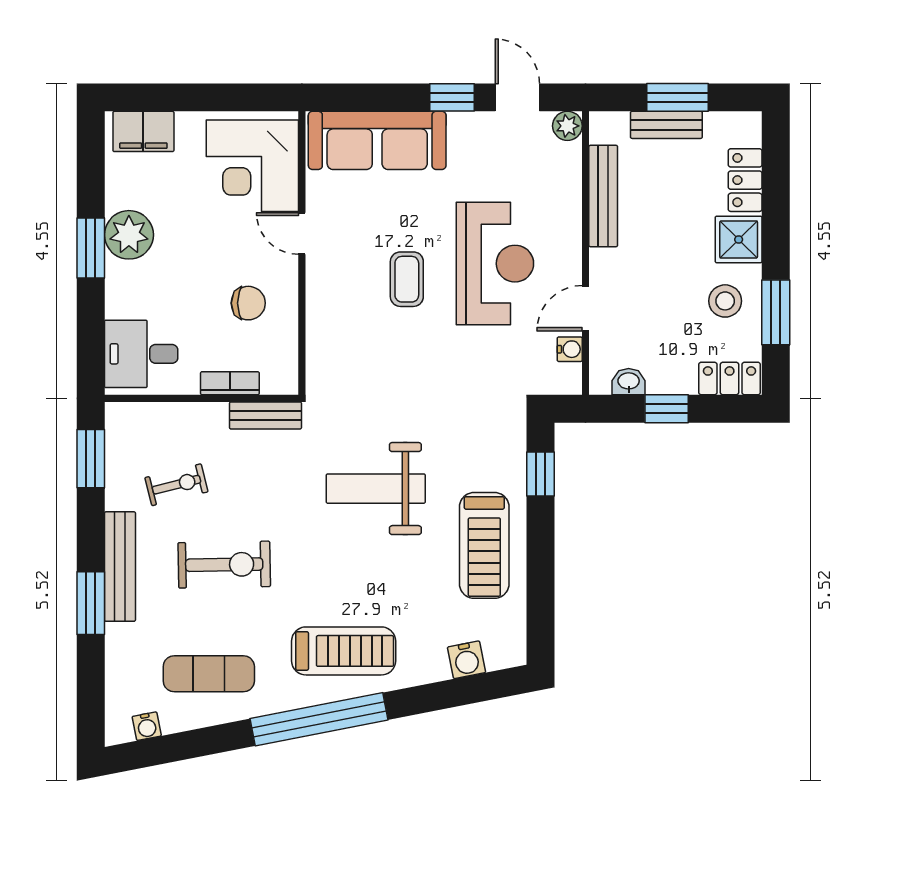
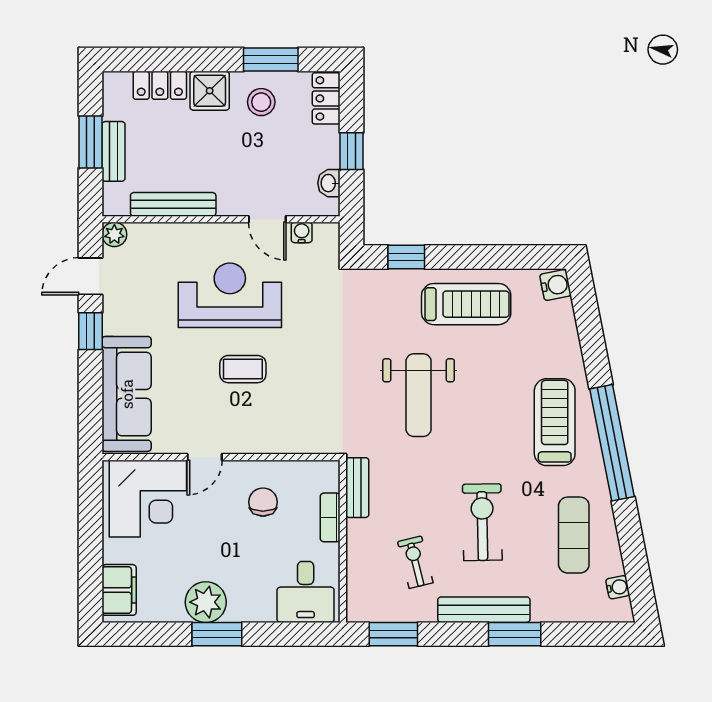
water cooler: (467, 660) -> (555, 285), moved

